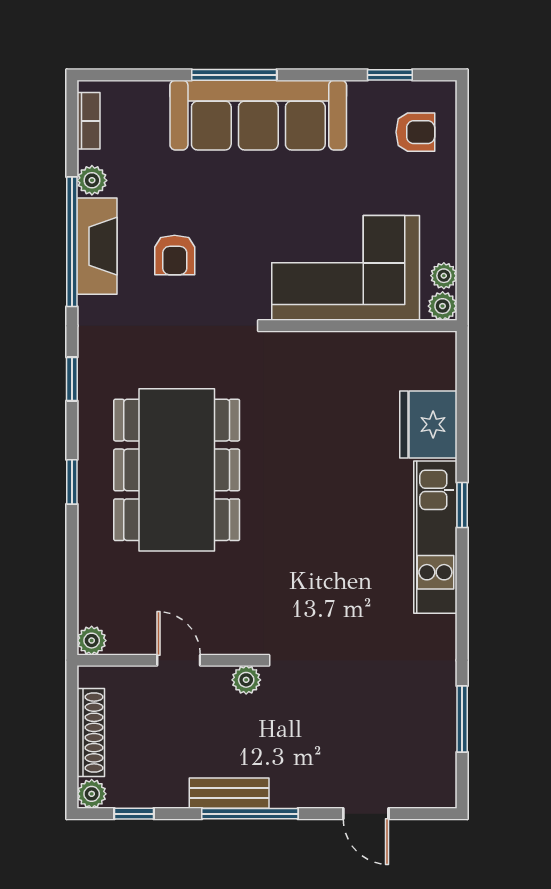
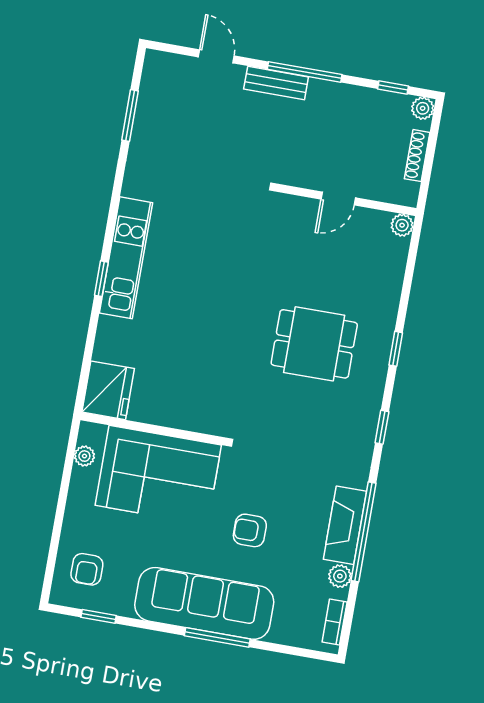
armchair: (415, 132) -> (87, 569), turned -90
armchair: (175, 255) -> (250, 530), moved, turned -90
plant: (443, 306) -> (90, 433), removed
fridge: (428, 424) -> (108, 390), moved
dining table: (177, 470) -> (314, 344), width x0.53, depth x0.80
door: (179, 660) -> (338, 198), hinge flipped
plant: (246, 680) -> (289, 174), removed
shoe rack: (91, 732) -> (417, 156), width x0.74, depth x0.81
bench: (229, 793) -> (276, 83), moved

